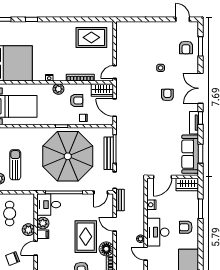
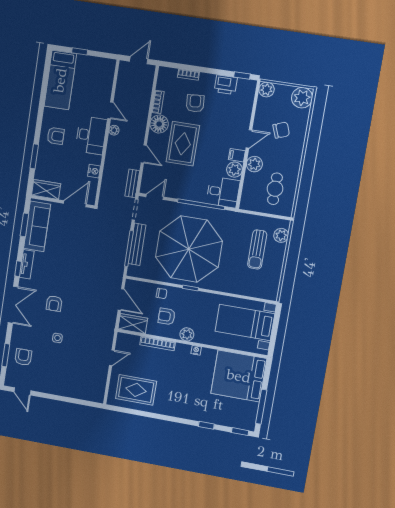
door: (115, 72) -> (112, 358), moved

